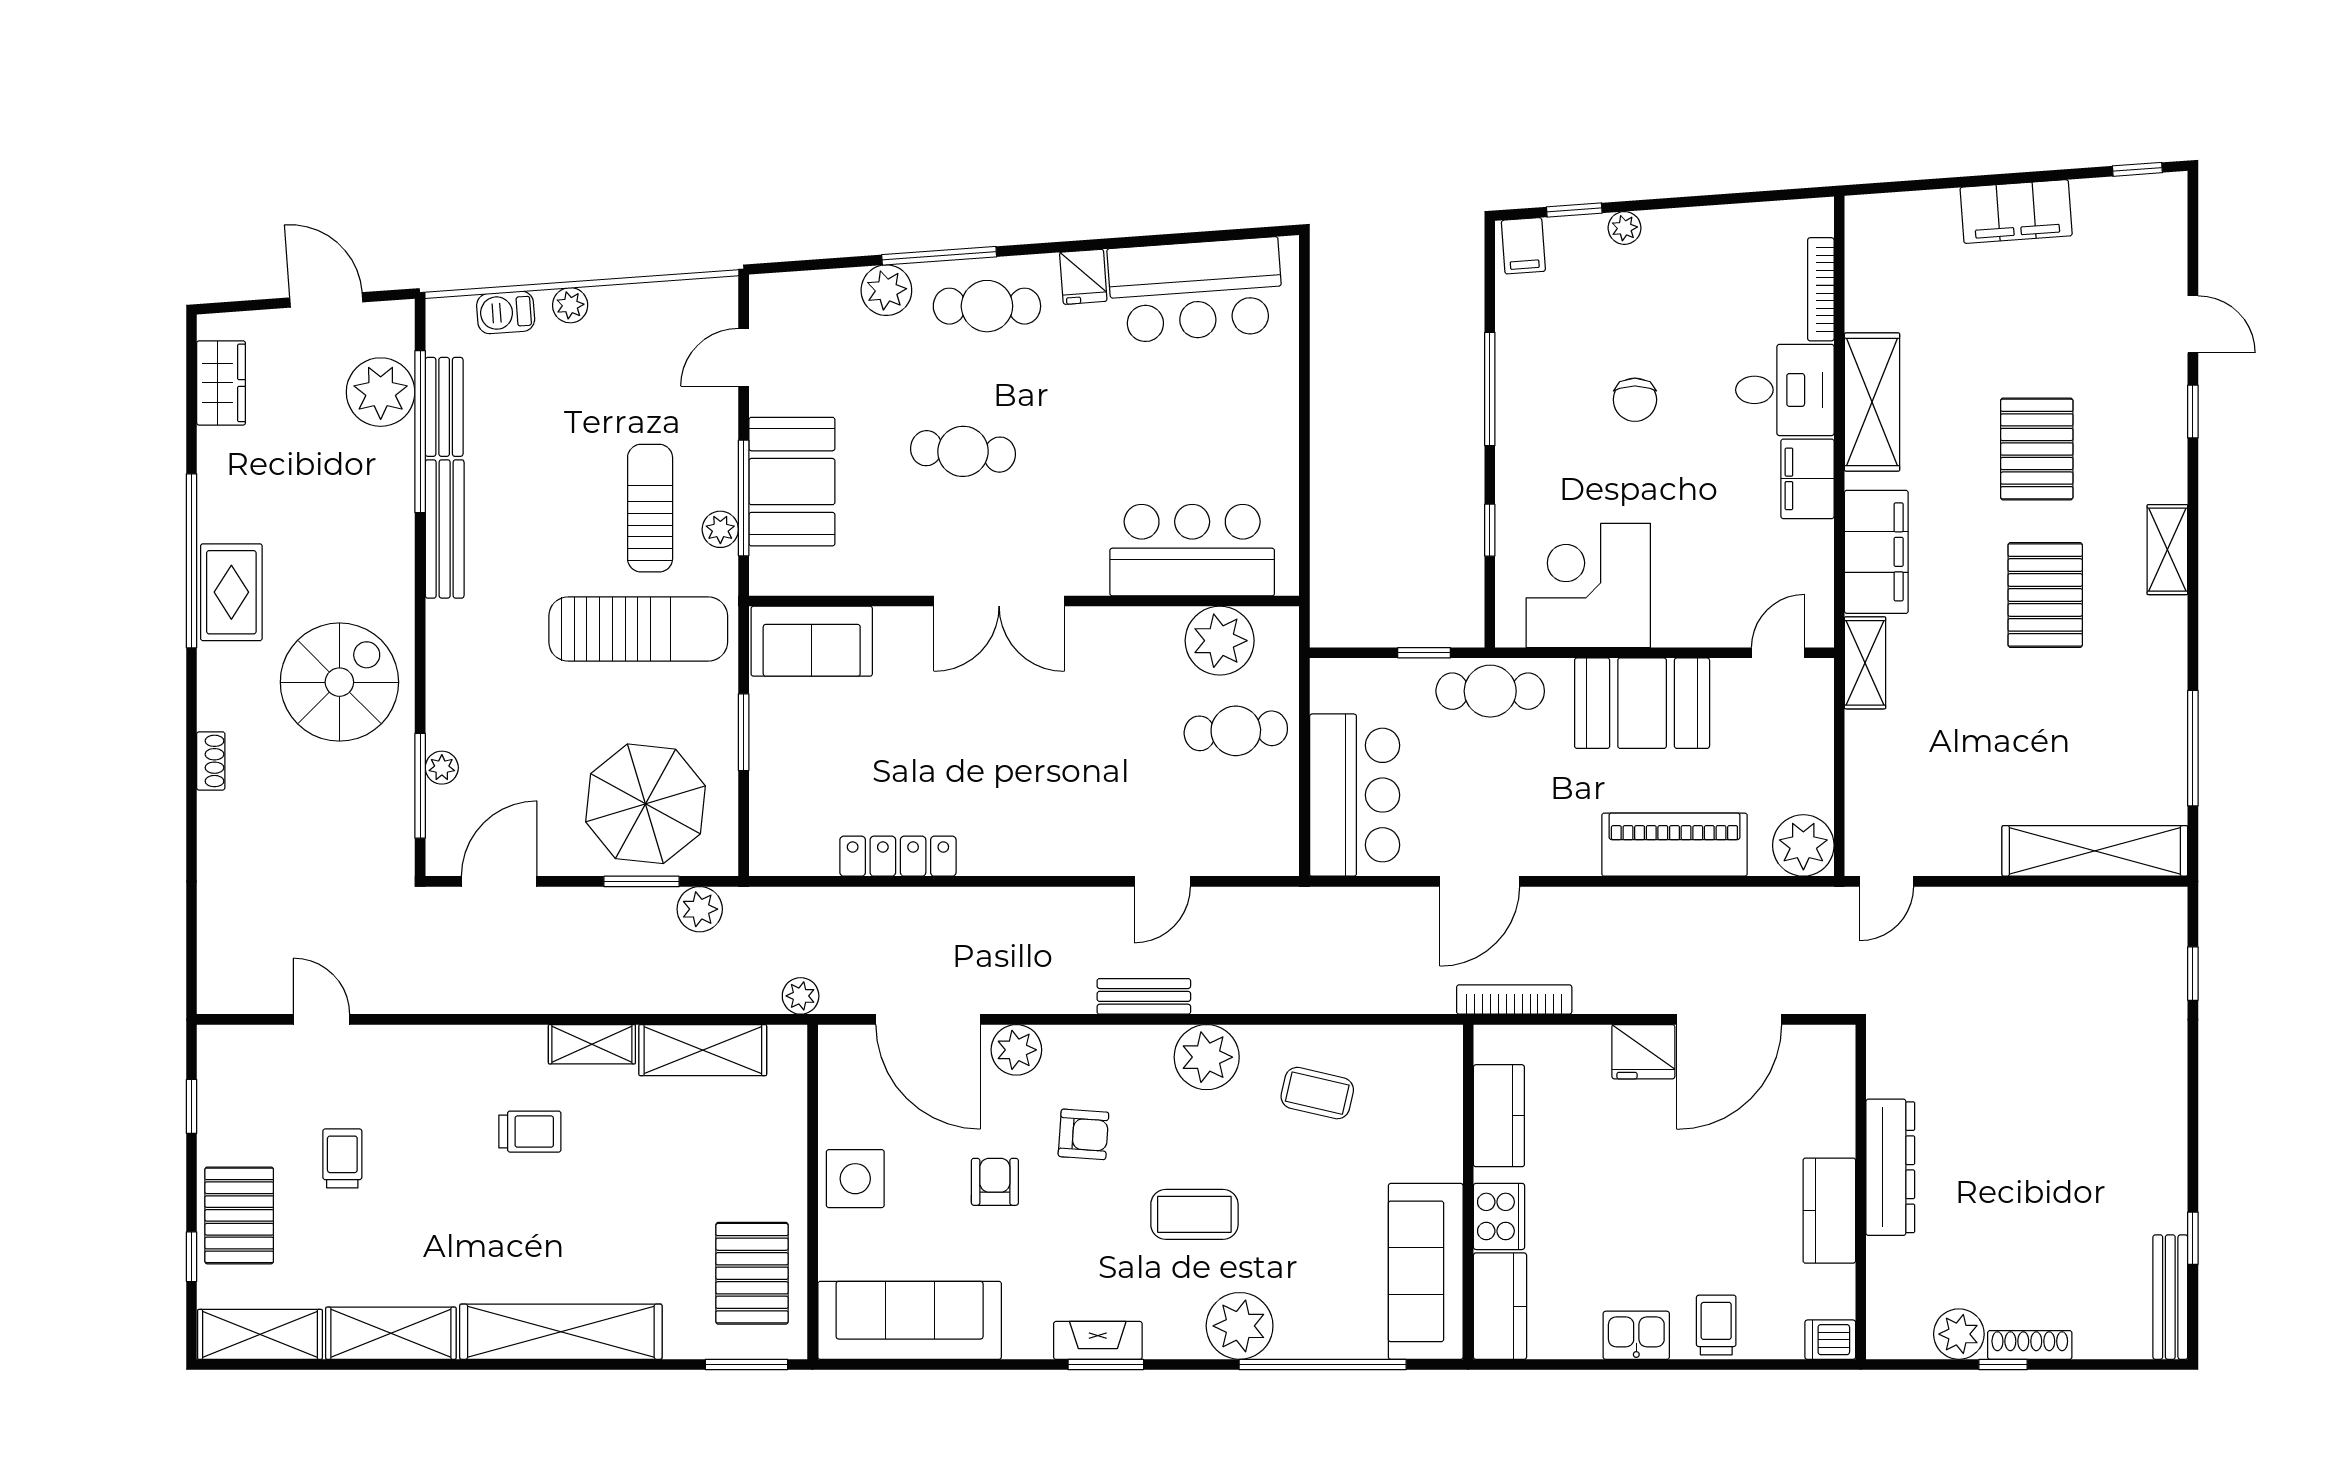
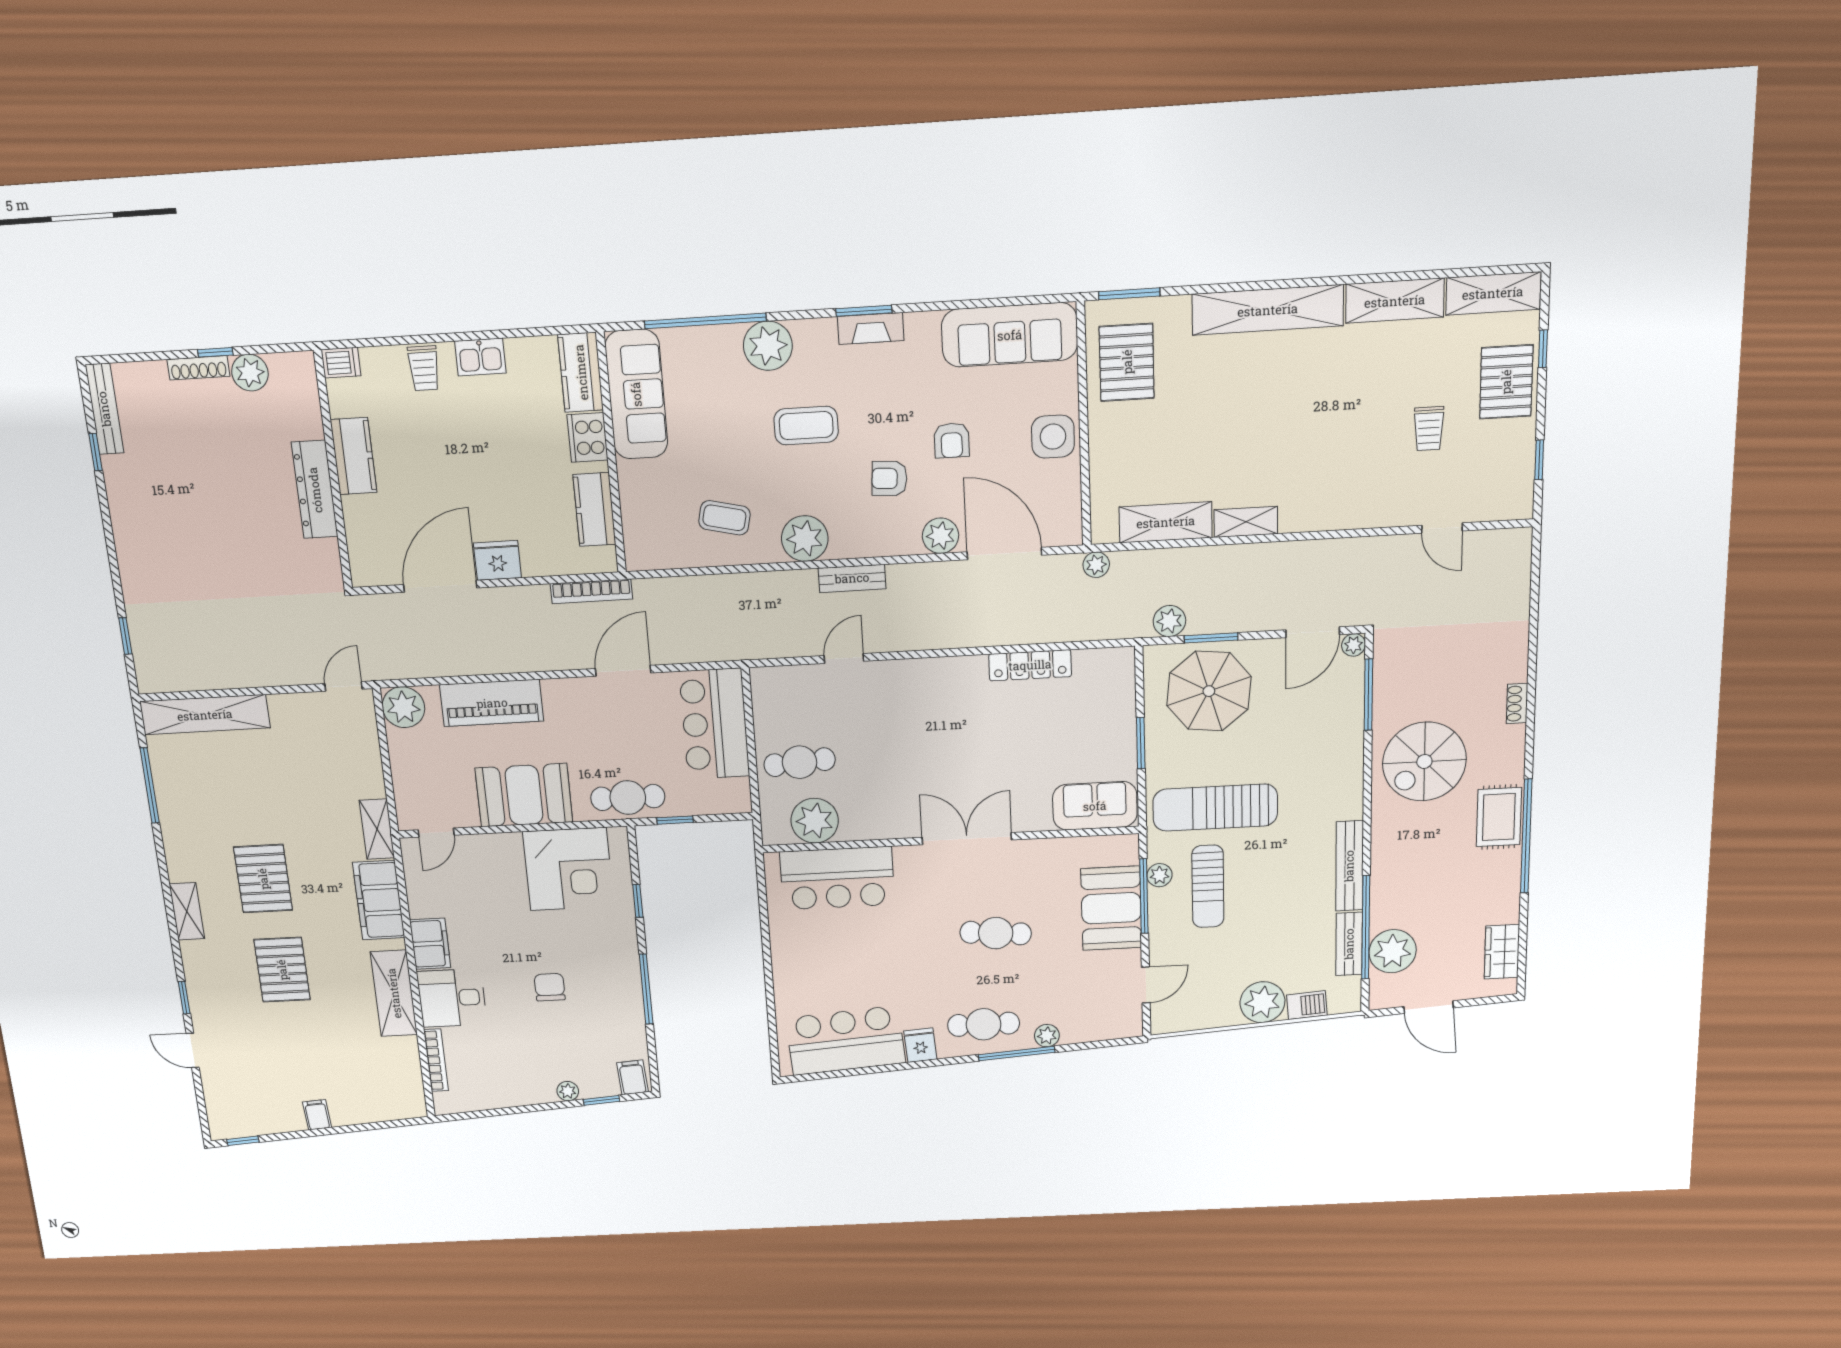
filing cabinet: (2016, 212) -> (317, 1115), width x0.33, depth x0.86
plant: (886, 290) -> (1047, 1036), width x0.73, depth x0.73
plant: (570, 305) -> (1262, 1002), width x1.88, depth x1.88
plant: (442, 768) -> (1354, 645), moved
trolley: (530, 1132) -> (1291, 456), removed

